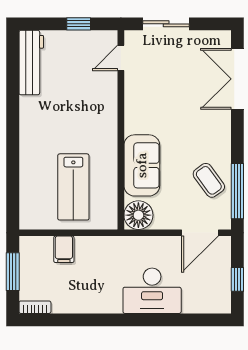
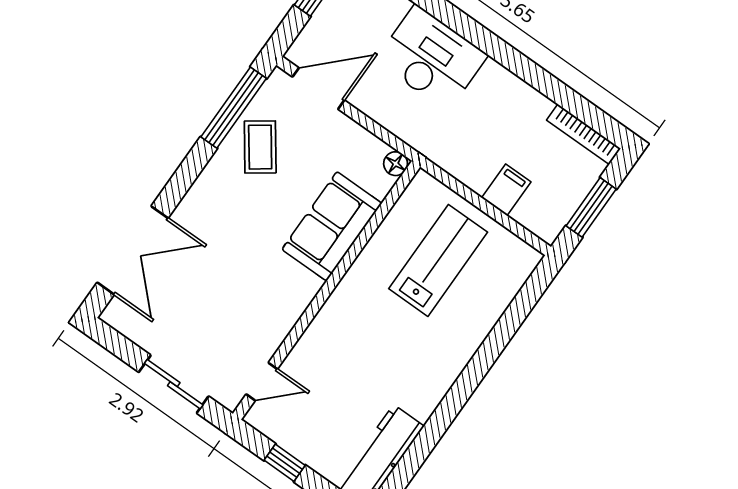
floor lamp: (138, 215) -> (396, 164), width x0.53, depth x0.53
bookcase: (35, 307) -> (584, 134), width x1.56

